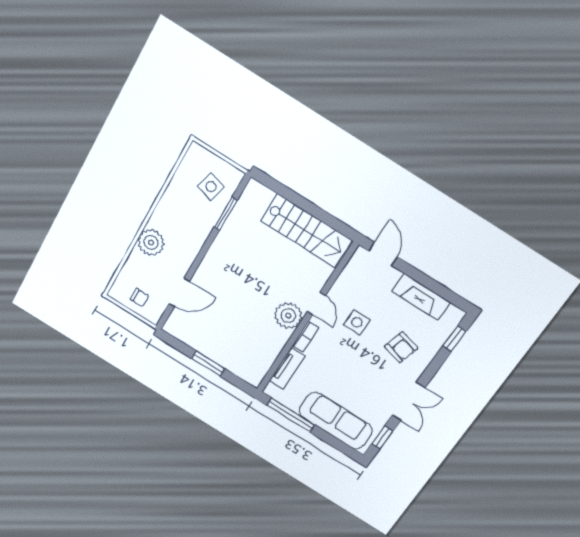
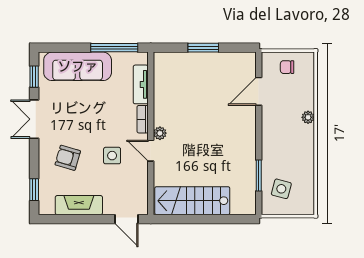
plant: (151, 242) -> (308, 117), width x0.53, depth x0.53
plant: (288, 316) -> (160, 133), width x0.53, depth x0.53

